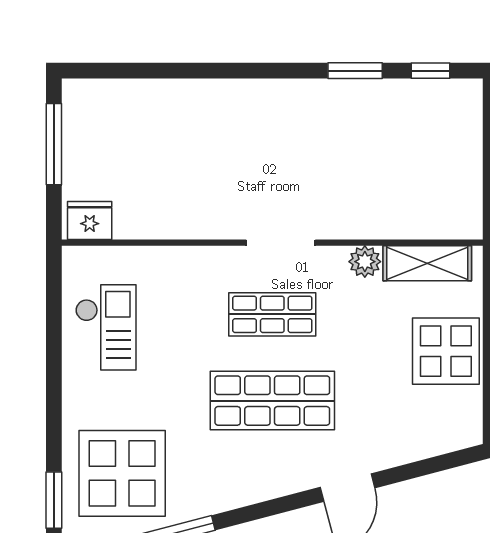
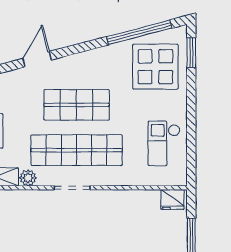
shop shelf: (272, 314) -> (77, 150), width x2.00, depth x1.36

